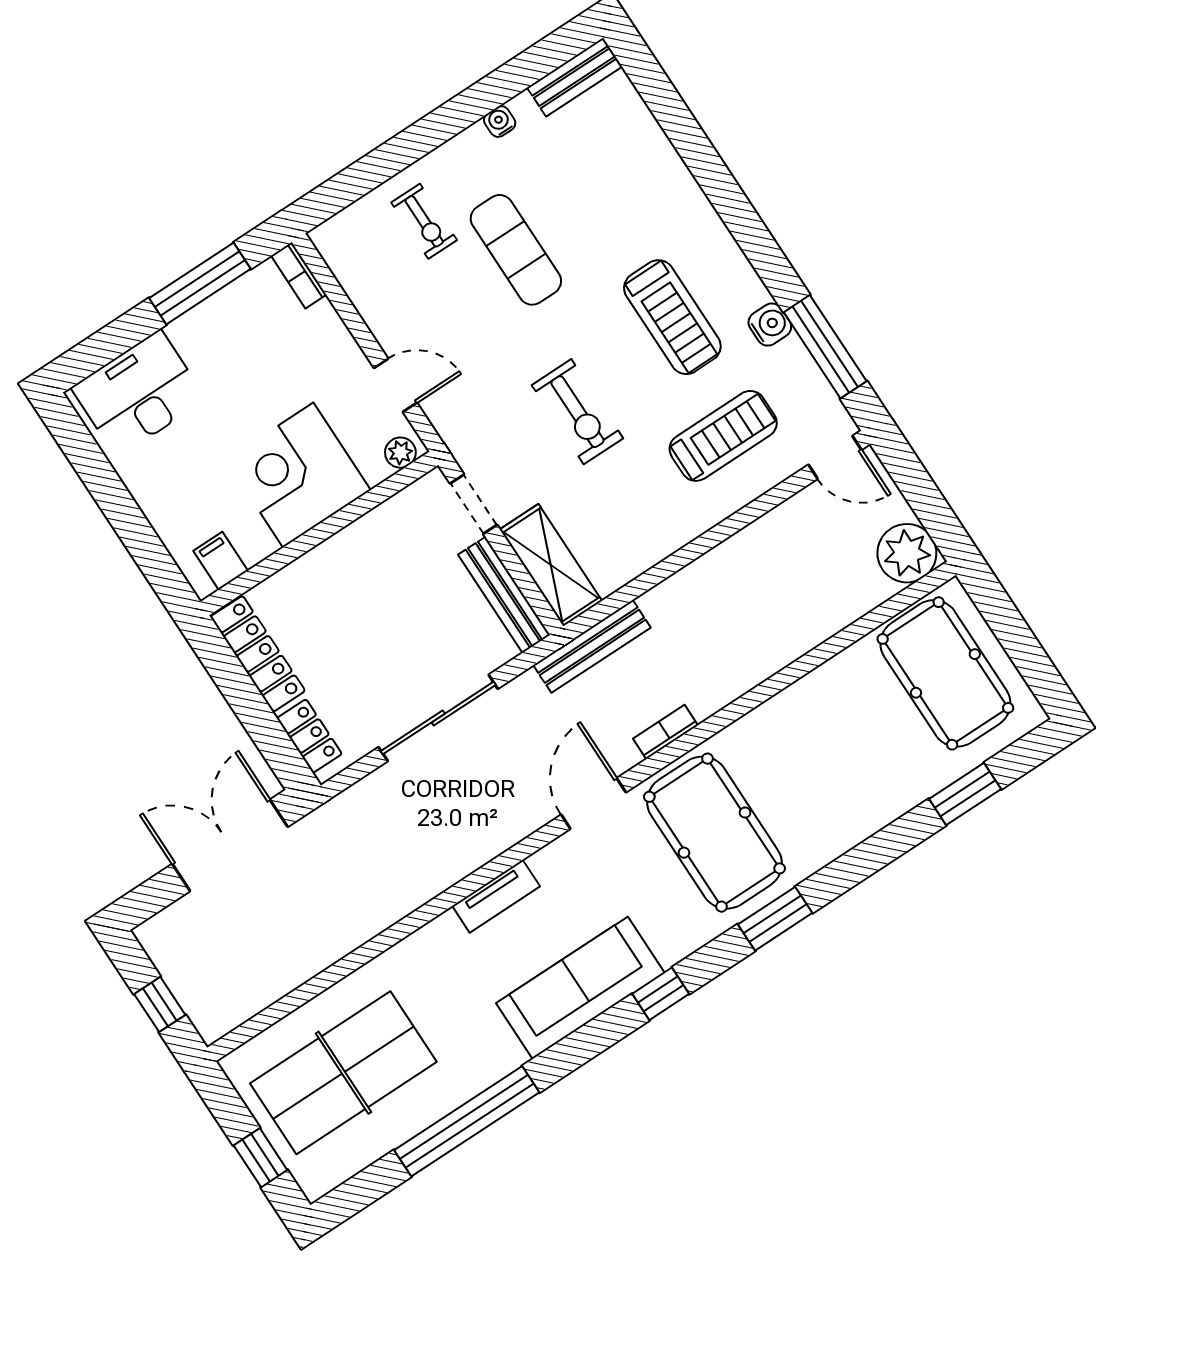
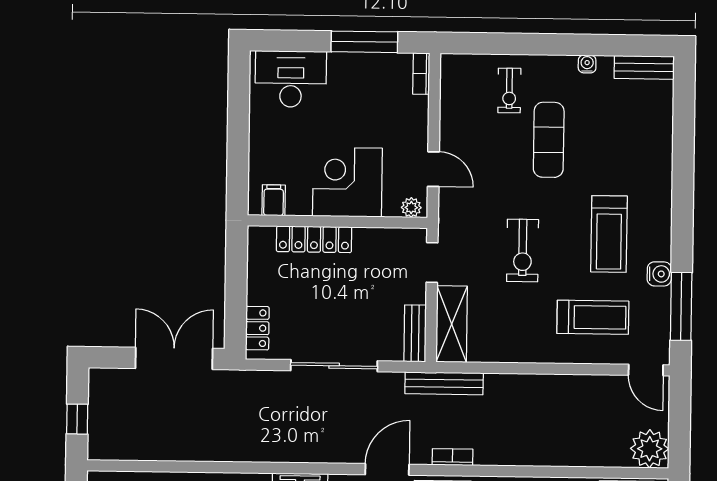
bench: (504, 595) -> (415, 333), width x0.73
locker: (258, 654) -> (314, 239), moved, turned 90

